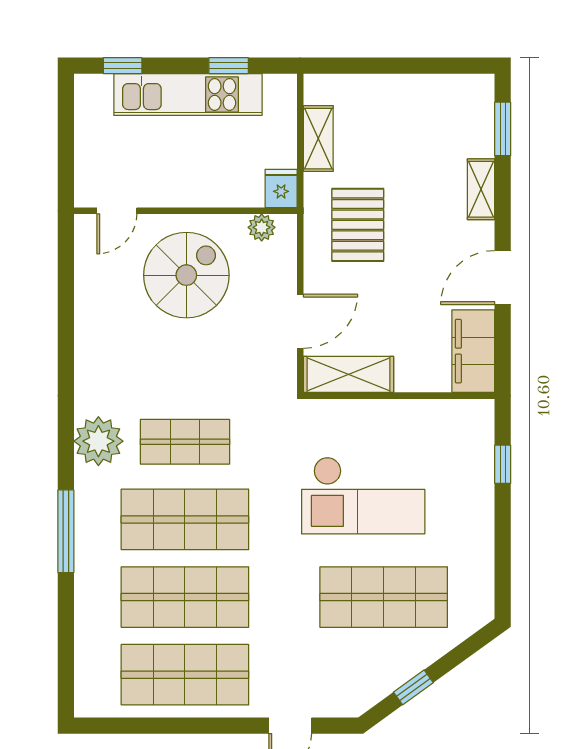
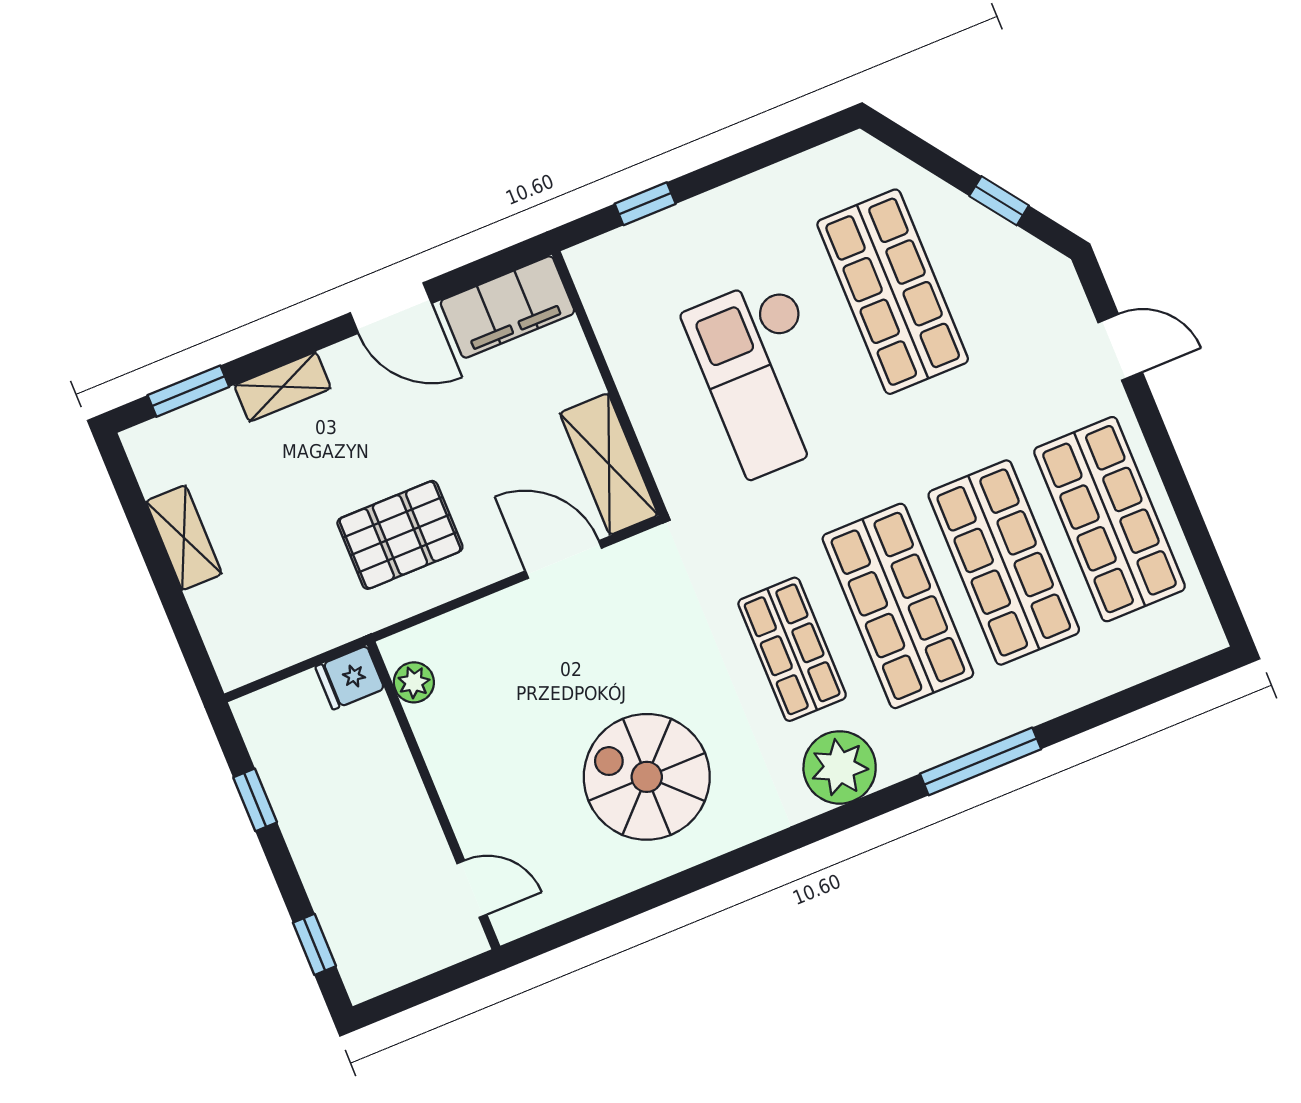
kitchen unit: (188, 94) -> (317, 839), removed
shelving: (318, 139) -> (184, 538), moved, turned 90
fridge: (281, 188) -> (350, 678), moved
door: (117, 211) -> (472, 889), moved
wall: (185, 211) -> (434, 795), moved
plant: (262, 227) -> (414, 682), moved
spiral stairs: (186, 275) -> (647, 777), moved
checkout: (363, 495) -> (766, 376), turned 180

